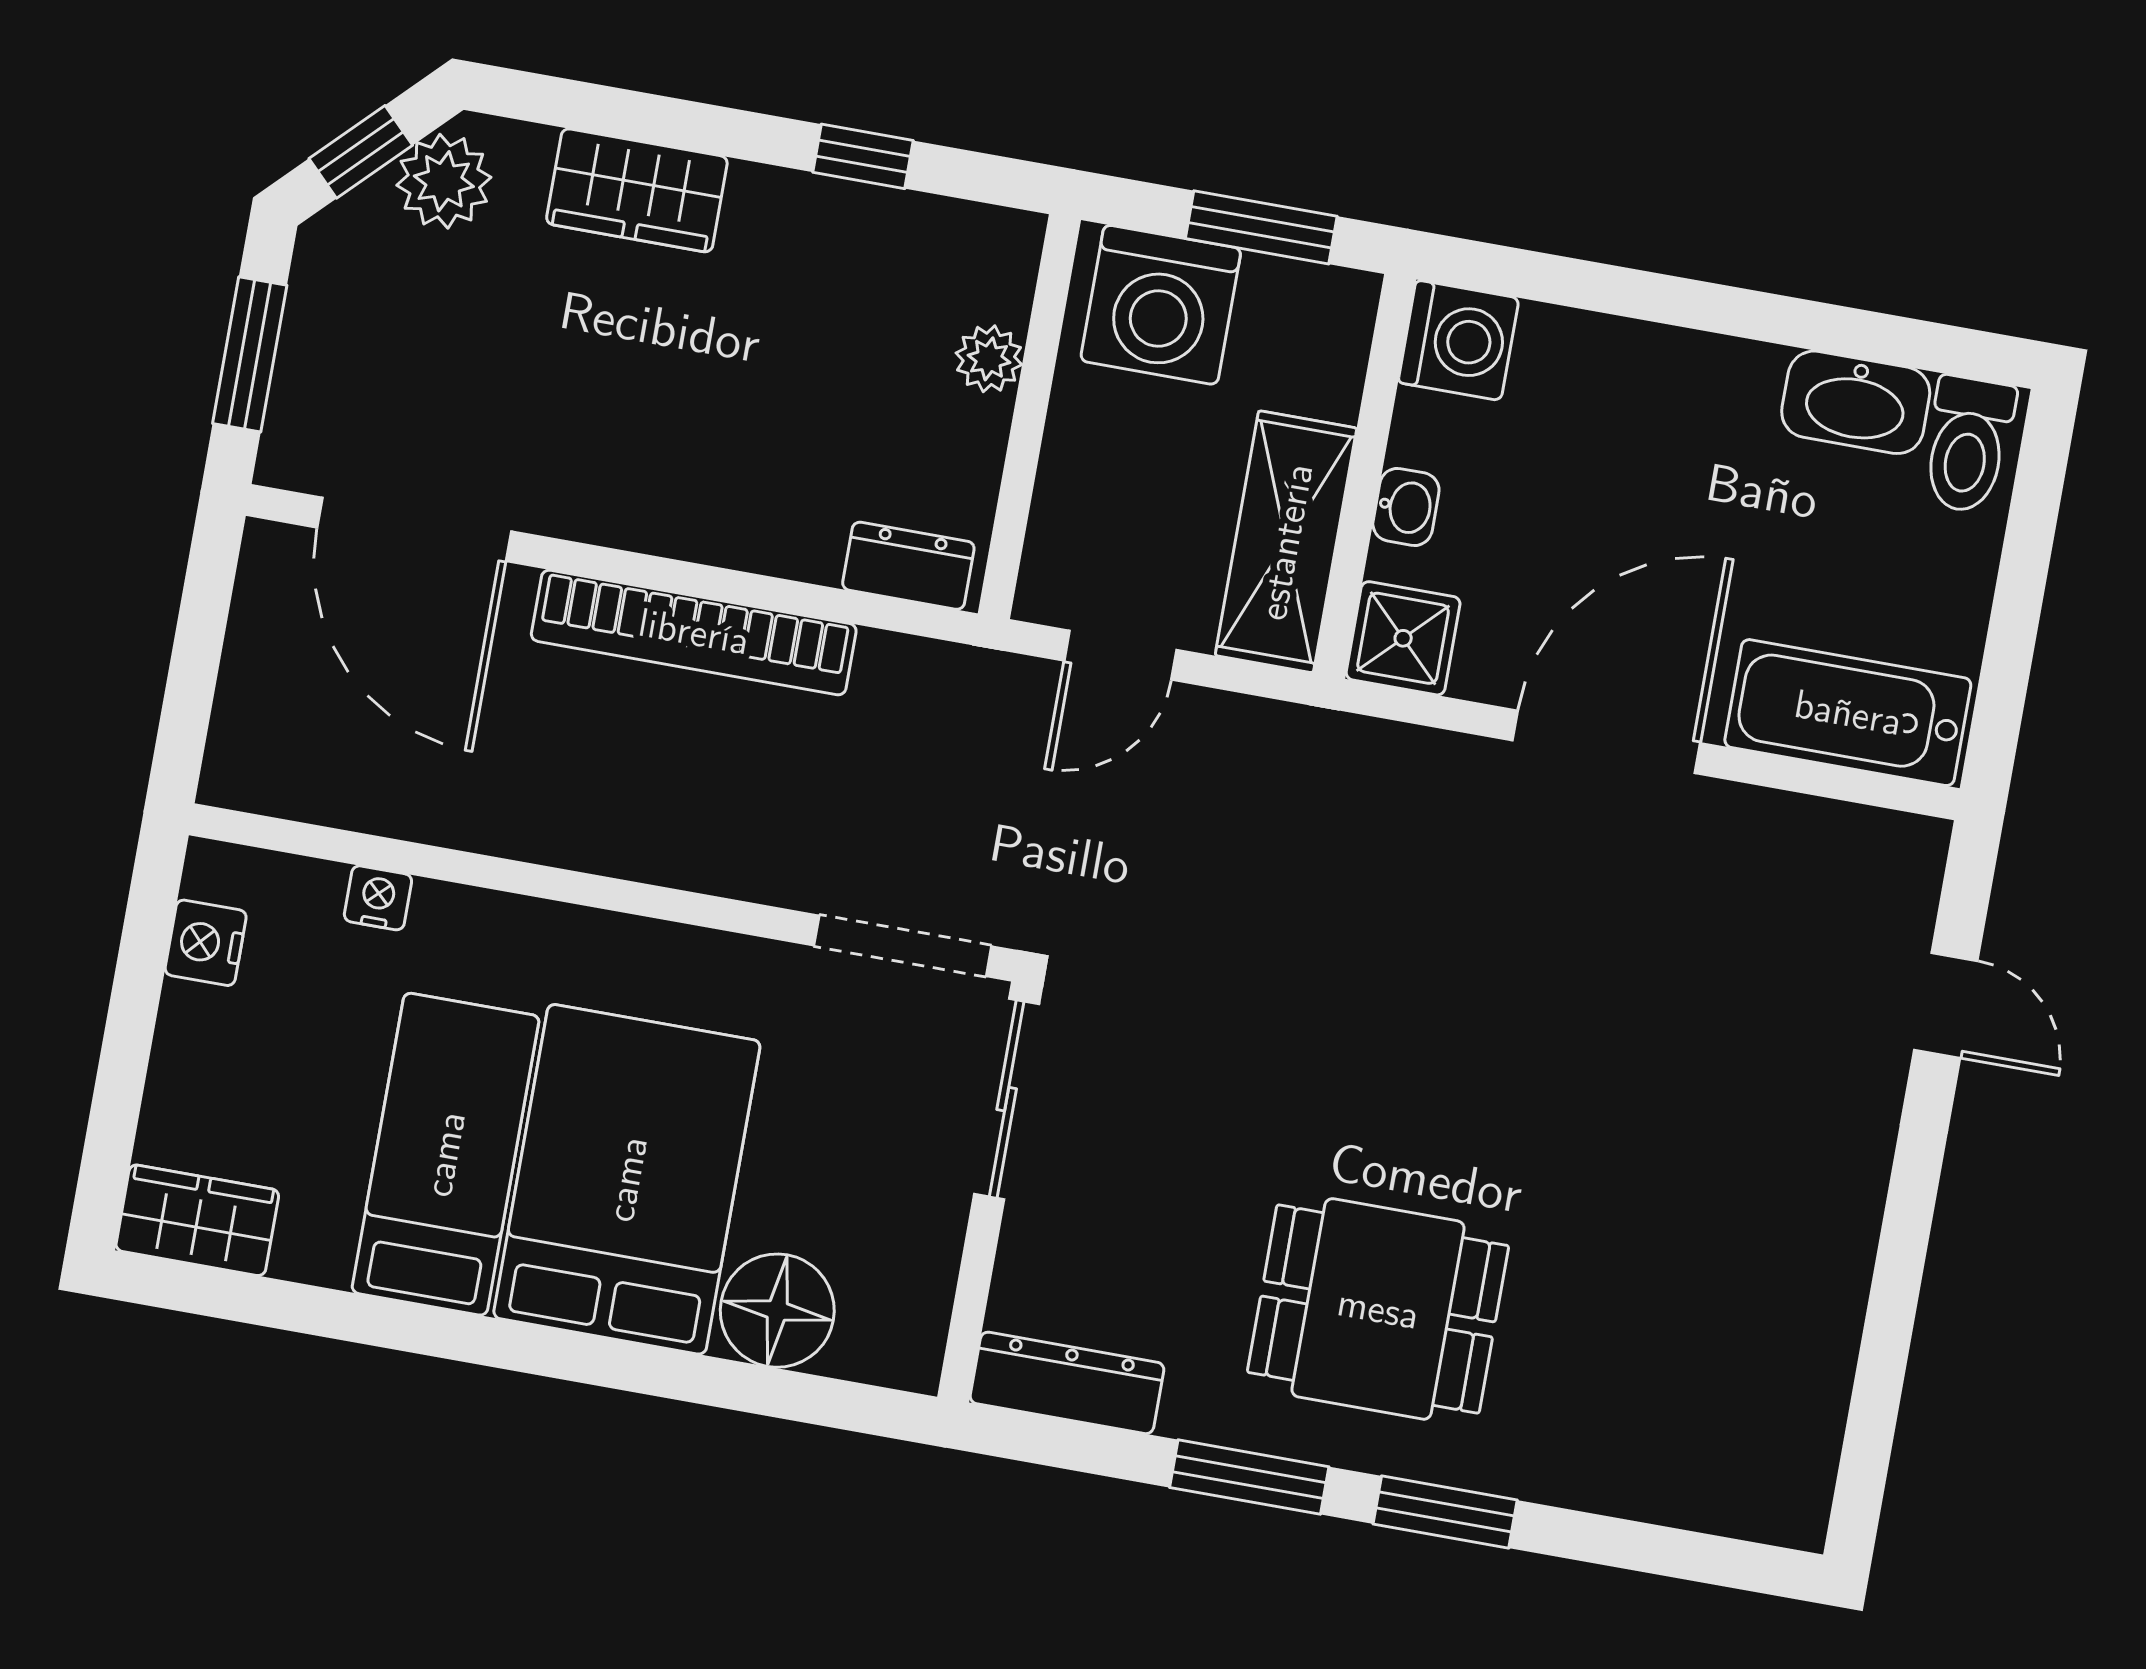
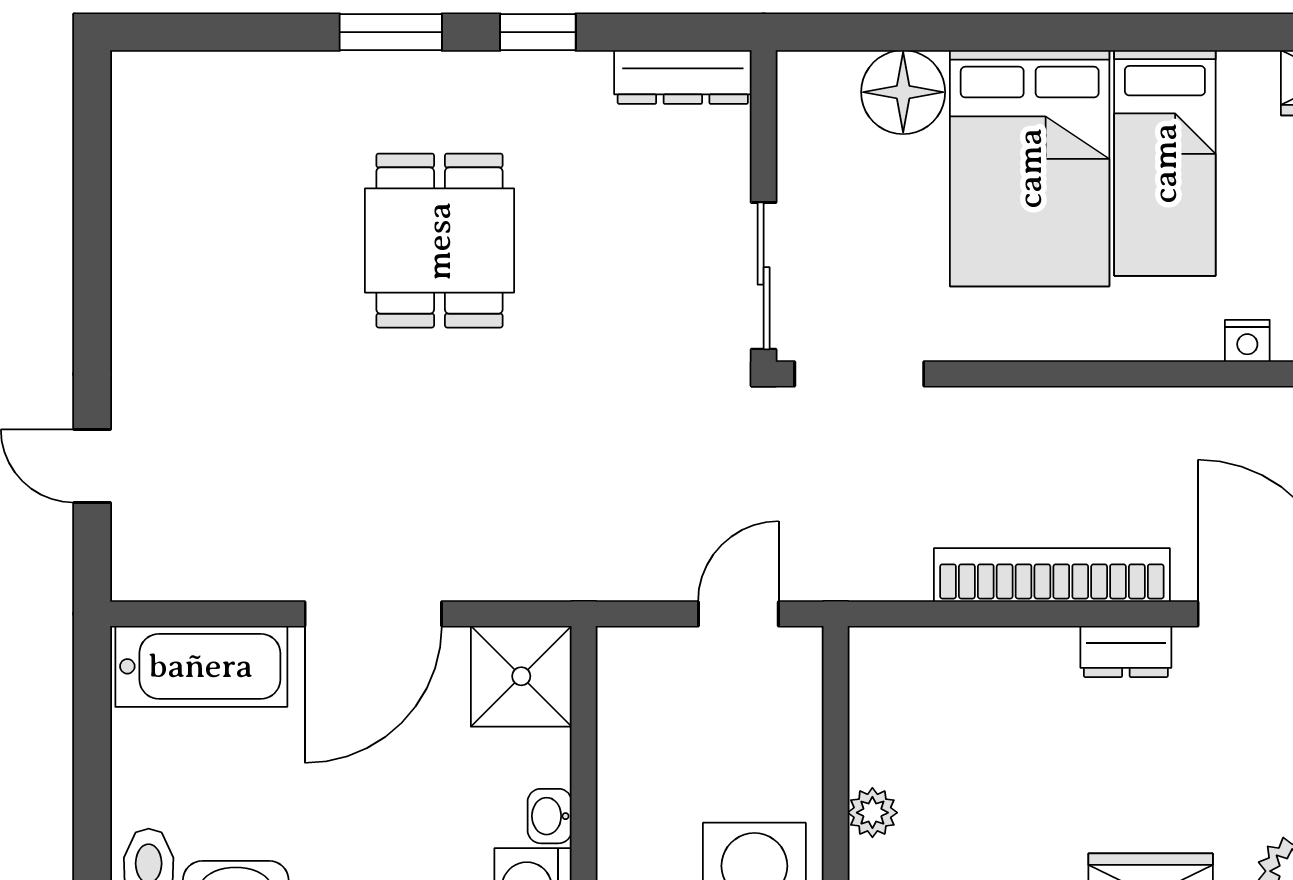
washbasin: (1406, 507) -> (550, 816), moved
shelving: (1286, 542) -> (633, 718), removed
dresser: (908, 566) -> (1126, 651), moved
shower: (1403, 638) -> (521, 676), width x1.36, depth x1.36
dining table: (1378, 1309) -> (439, 241), moved, turned 90
window: (1249, 1477) -> (538, 32), width x0.67

